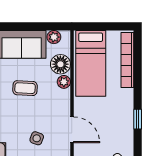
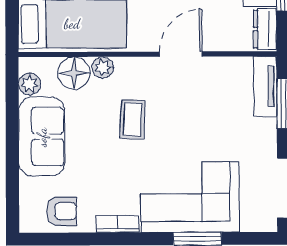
coffee table: (25, 88) -> (133, 119), moved
side table: (37, 138) -> (195, 111), removed

